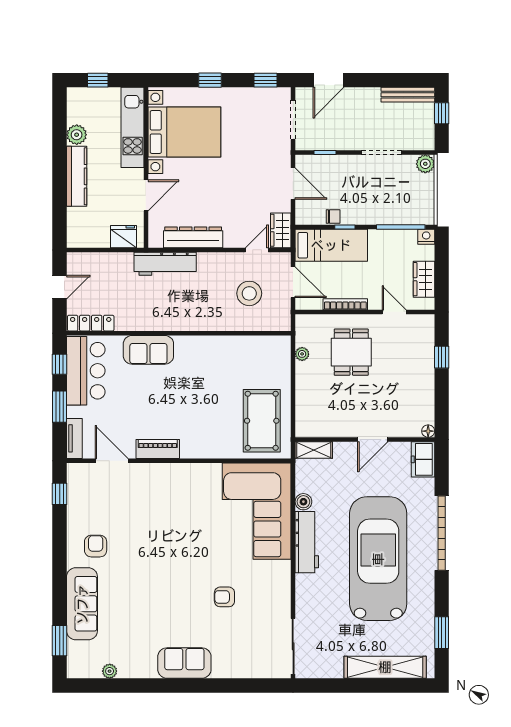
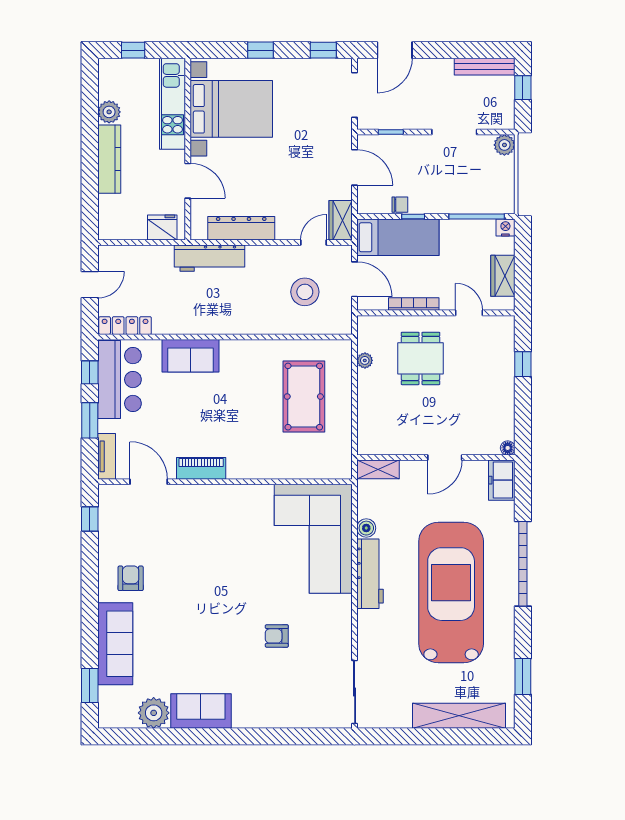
door: (146, 195) -> (188, 181), hinge flipped
pool table: (262, 421) -> (304, 397), moved
sofa: (184, 663) -> (201, 711), moved
plant: (110, 671) -> (154, 713), width x1.88, depth x1.88

